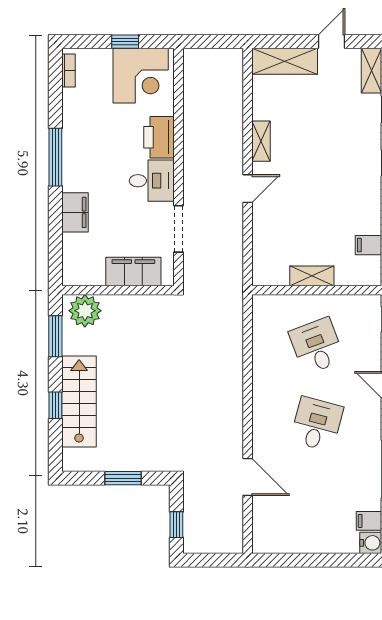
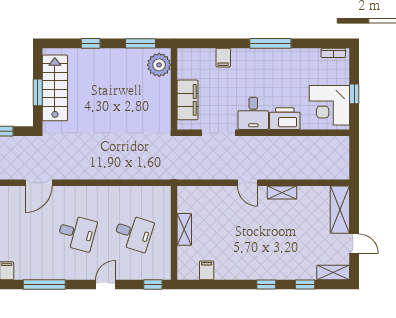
filing cabinet: (75, 212) -> (223, 58), width x0.50
desk: (317, 346) -> (133, 233), turned 39
stairs: (79, 402) -> (55, 88), moved, turned -90

